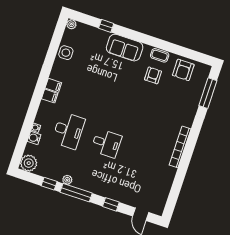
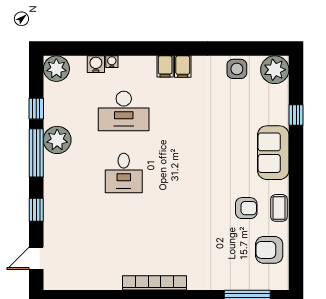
plant: (71, 24) -> (275, 70), width x1.88, depth x1.88
plant: (67, 180) -> (57, 140), width x1.87, depth x1.87

